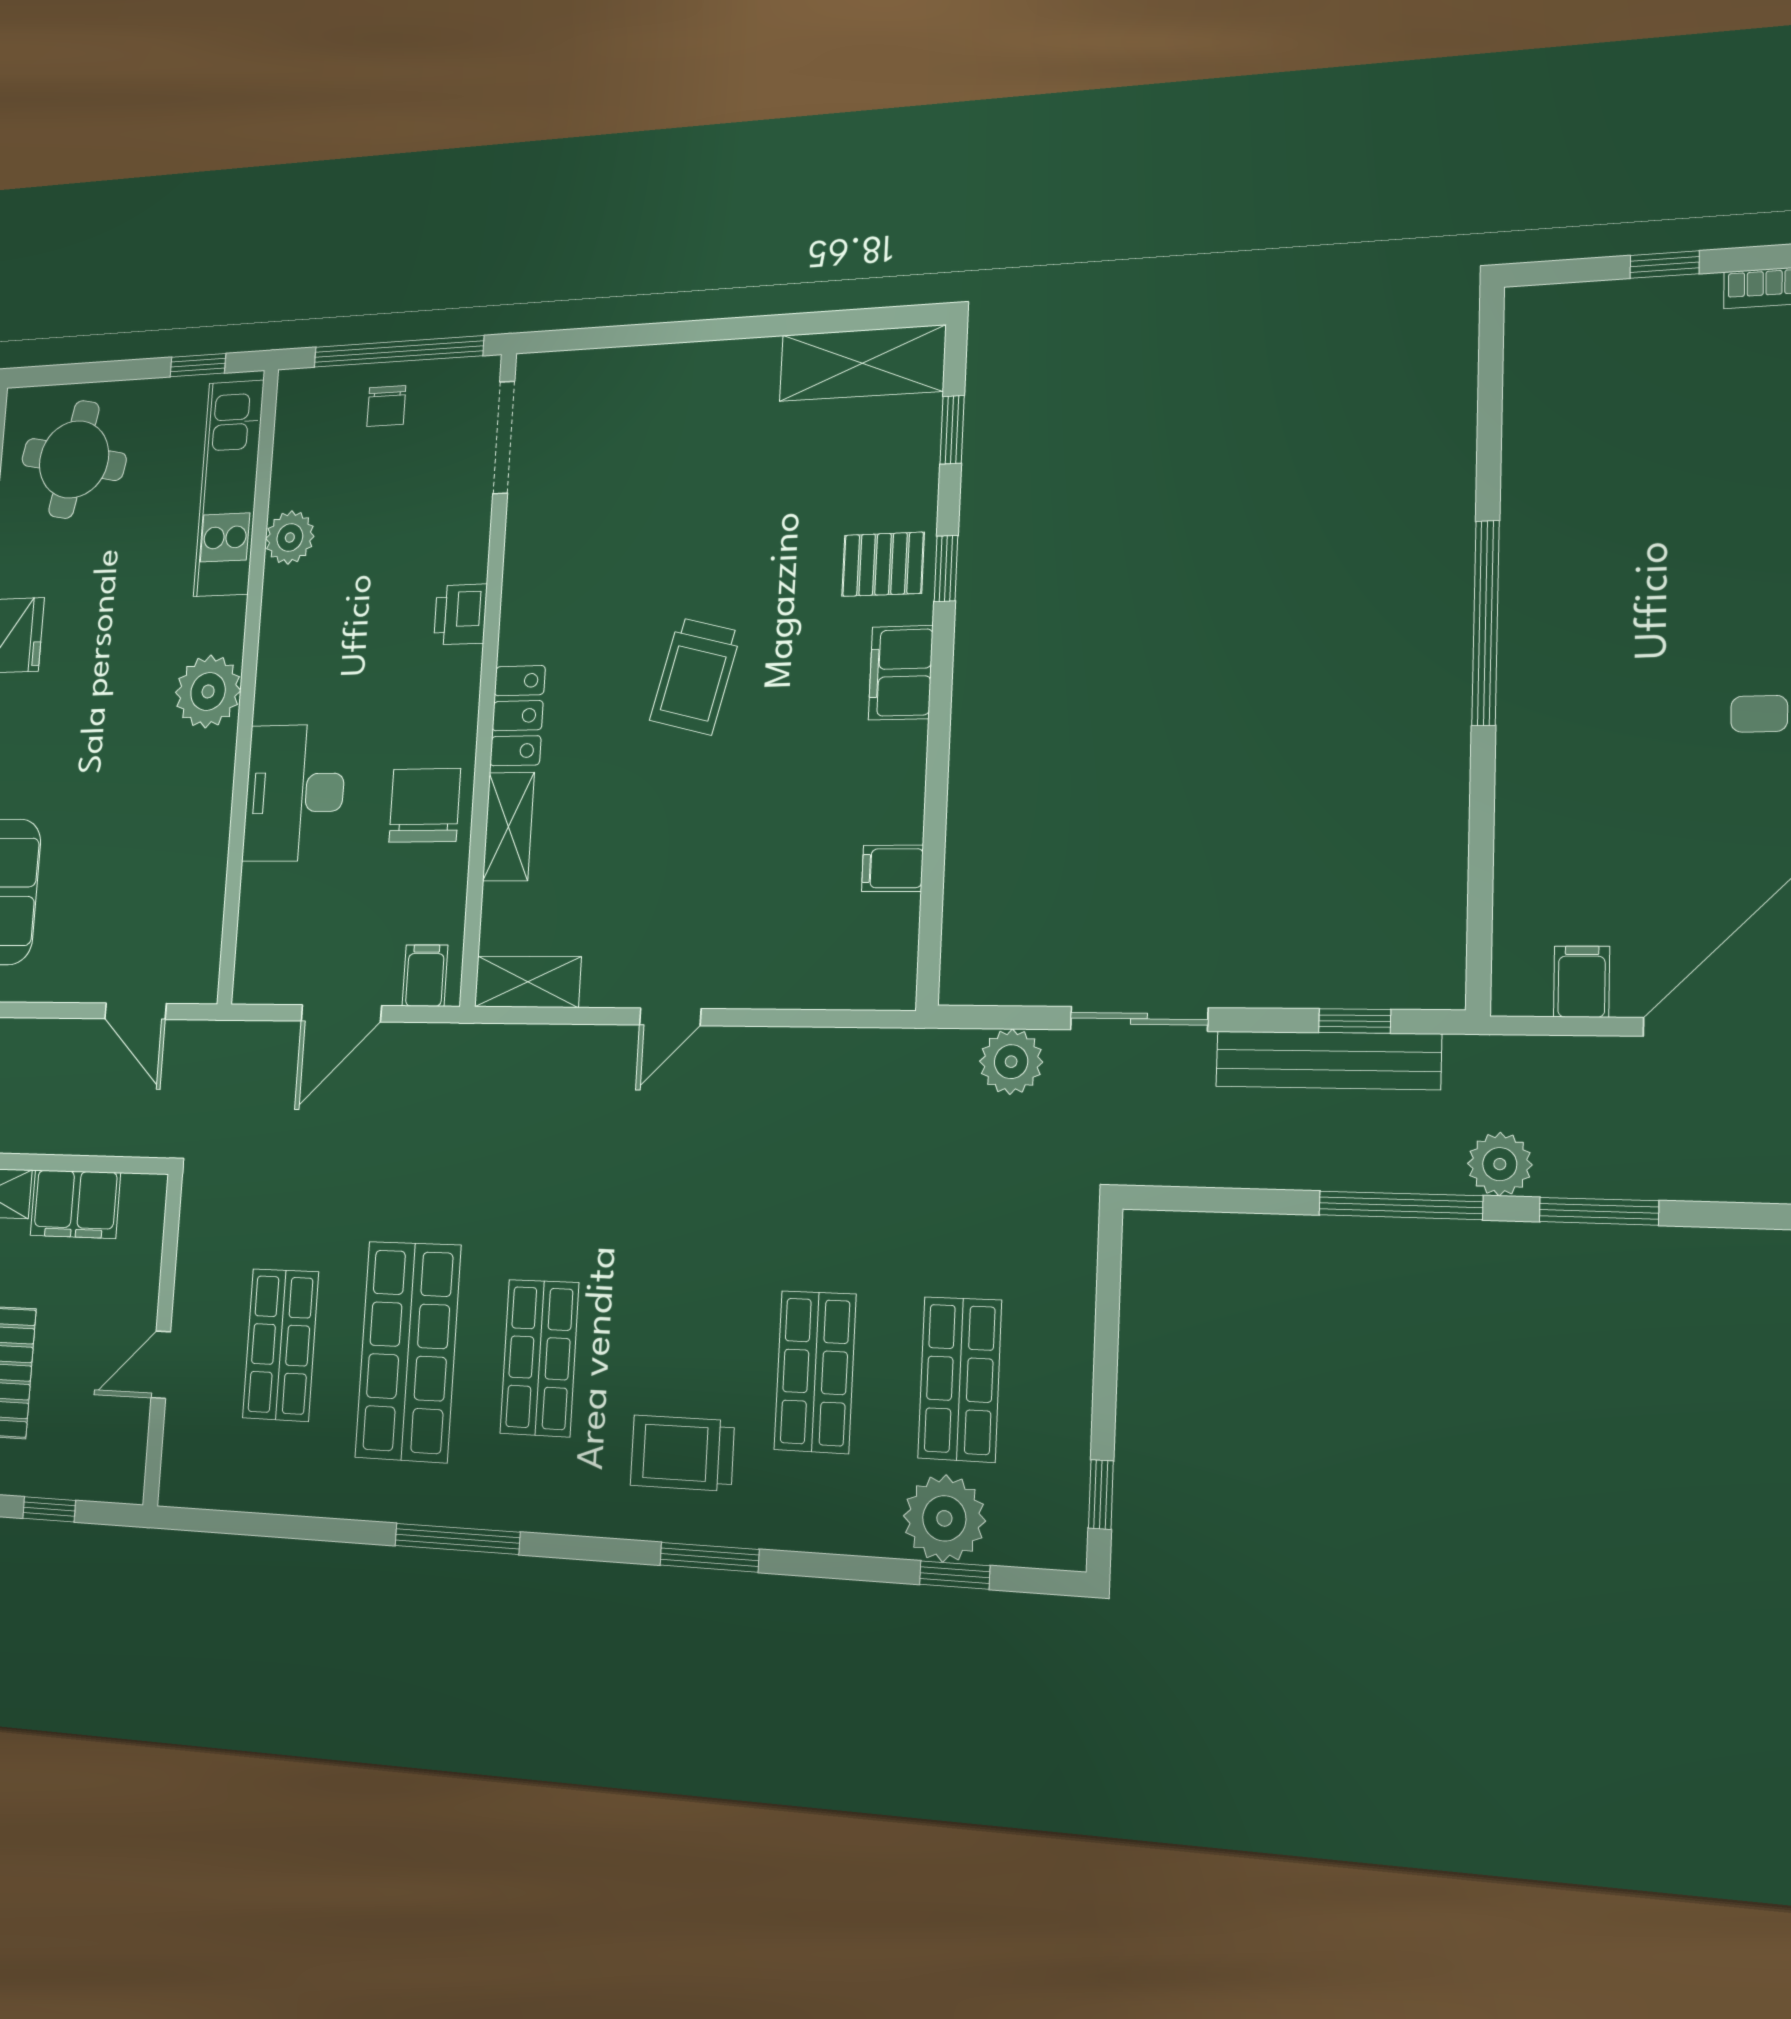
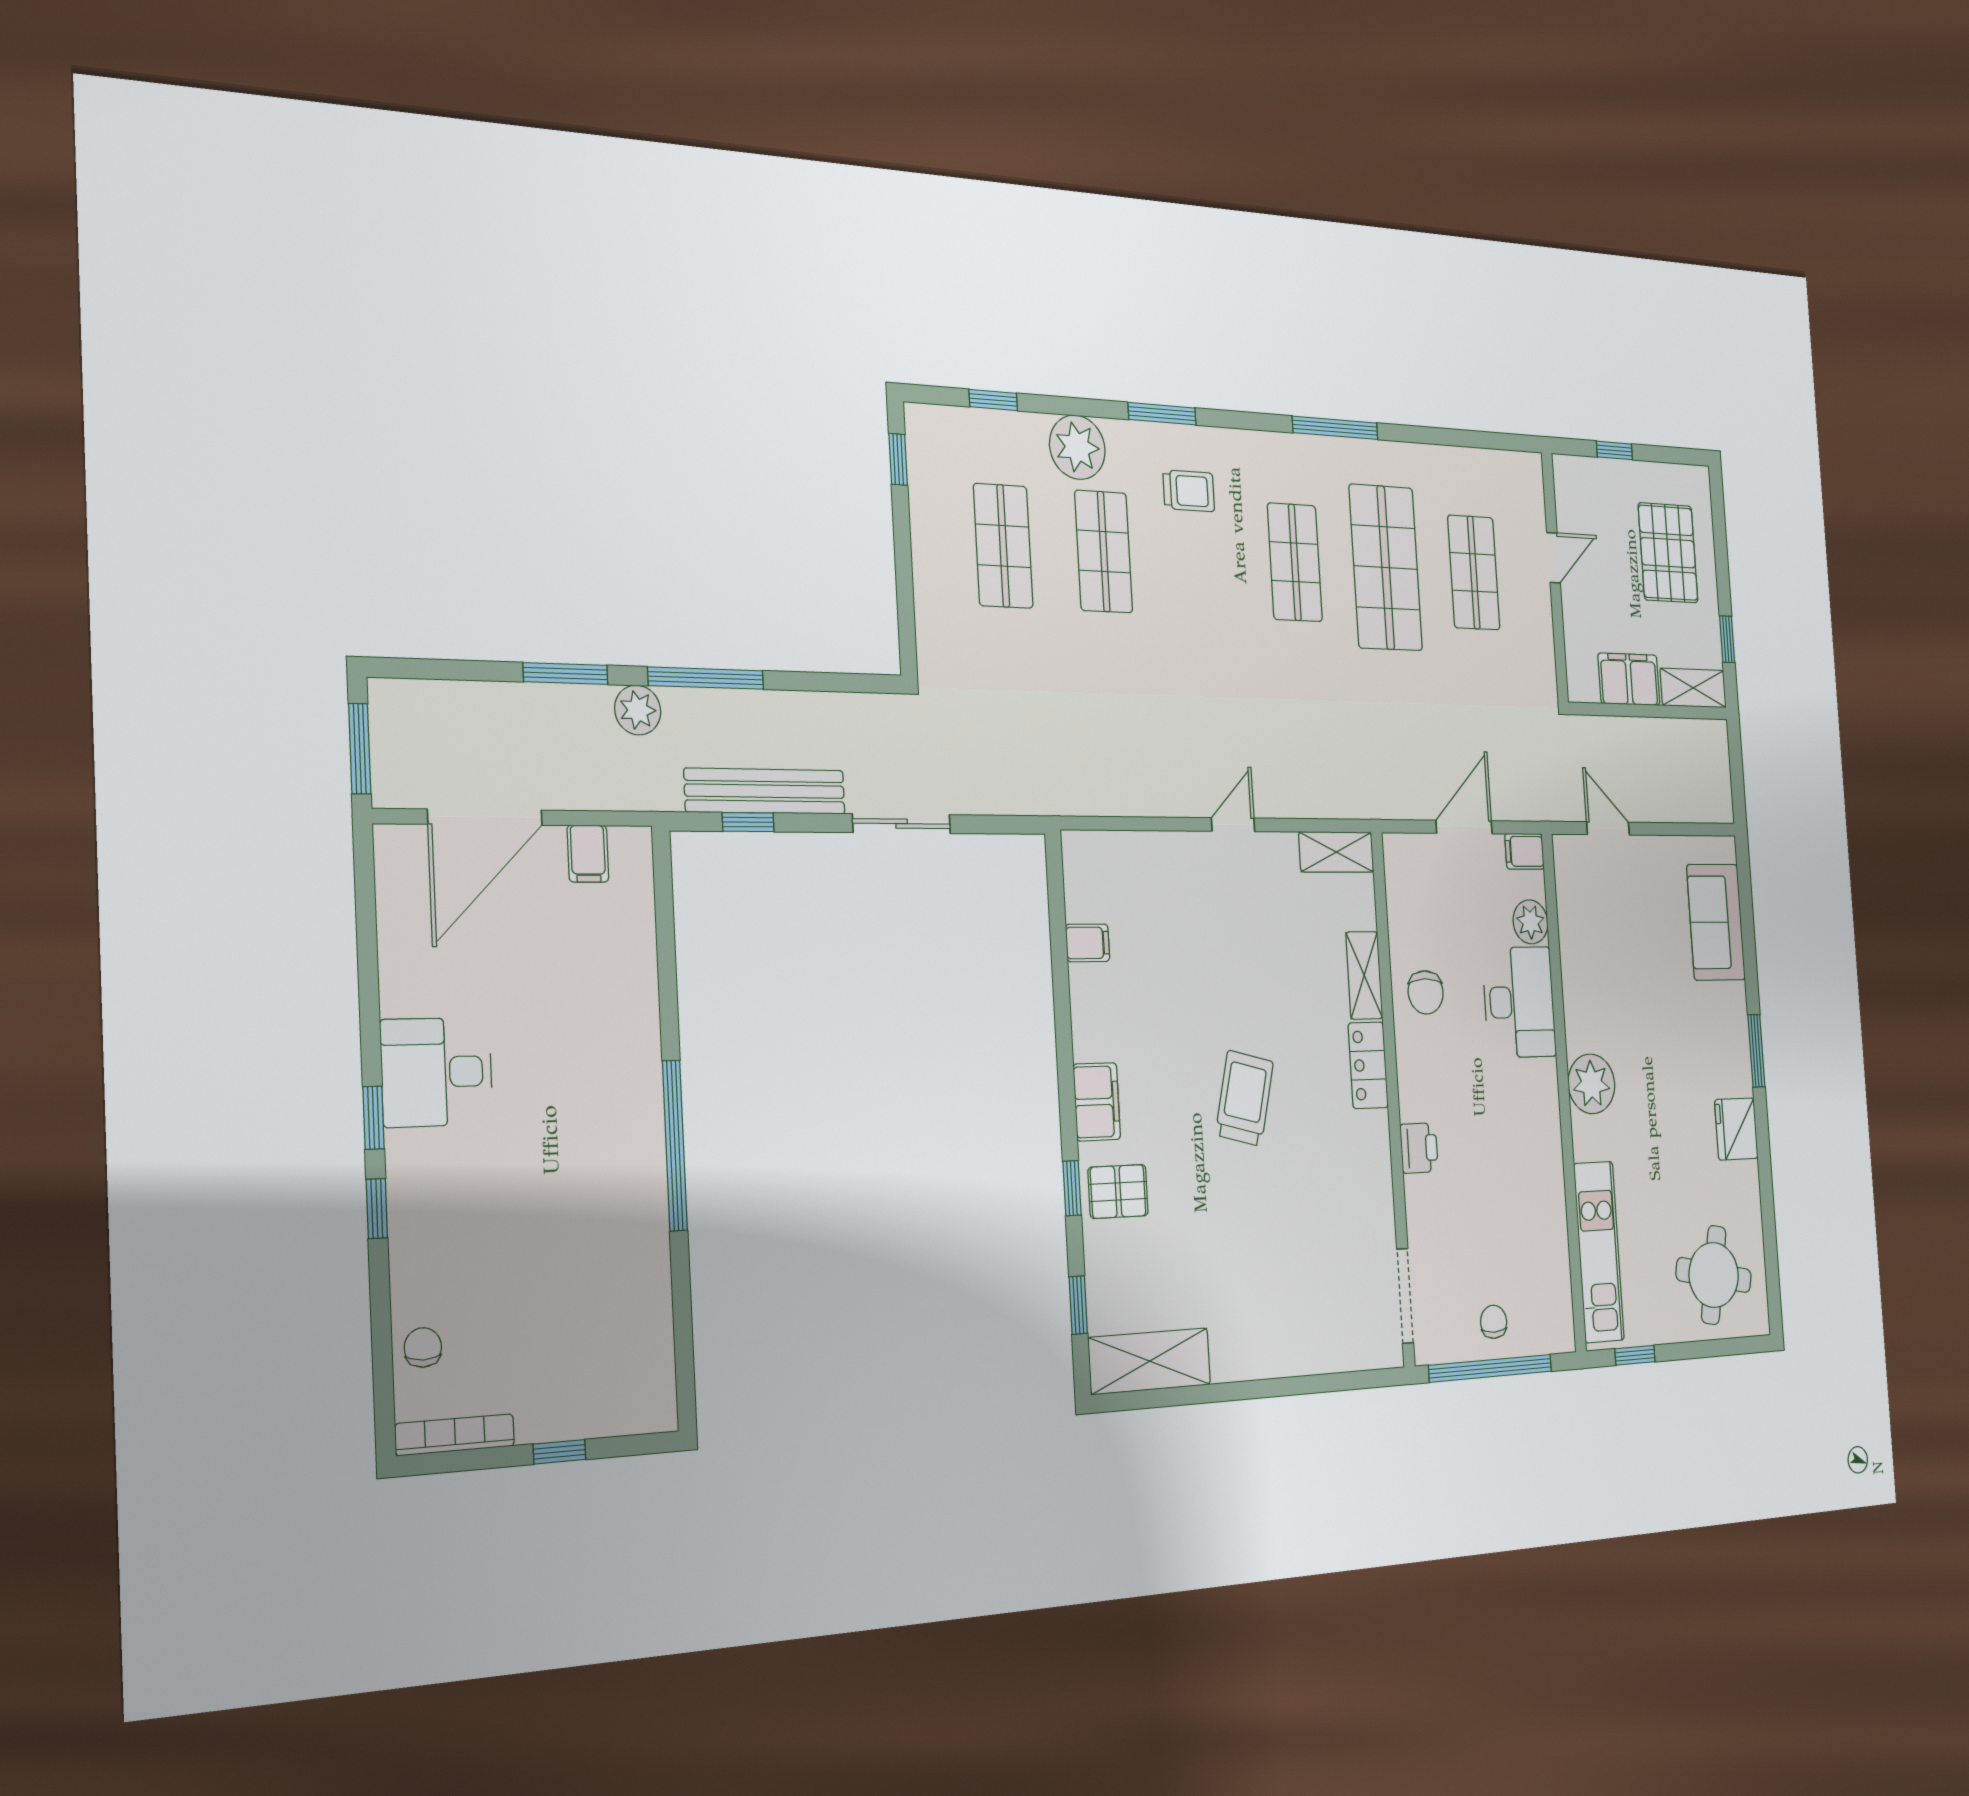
plant: (290, 537) -> (1531, 922), moved
chair: (425, 805) -> (1426, 992), width x0.73, depth x0.73
filing cabinet: (425, 976) -> (1524, 851), moved, turned 90
plant: (1011, 1062) -> (989, 790), removed
trolley: (682, 1453) -> (1189, 491), width x0.73, depth x0.72
plant: (944, 1518) -> (1077, 447), moved

